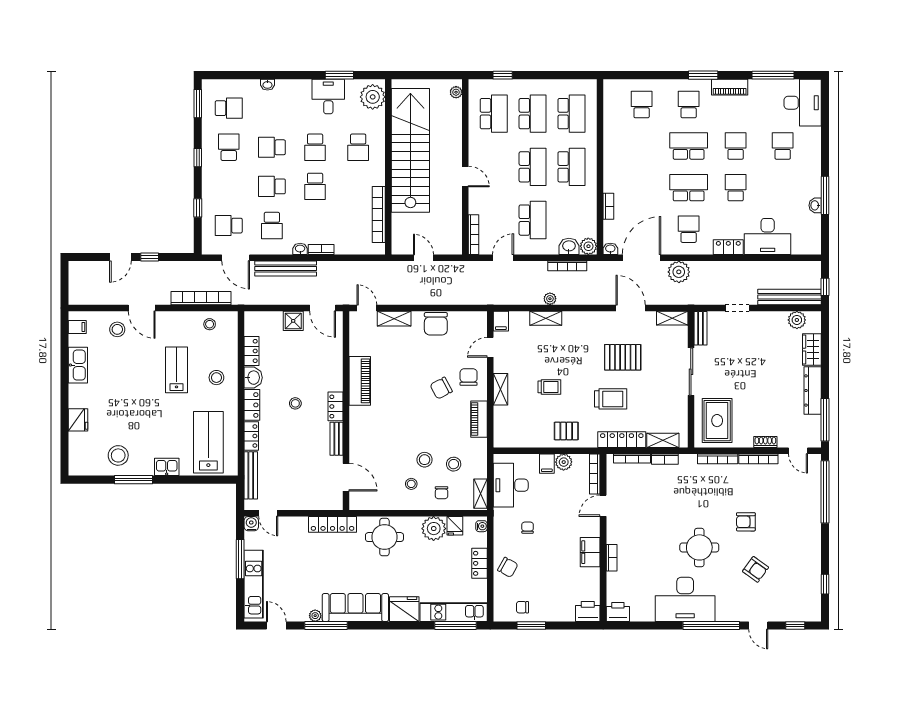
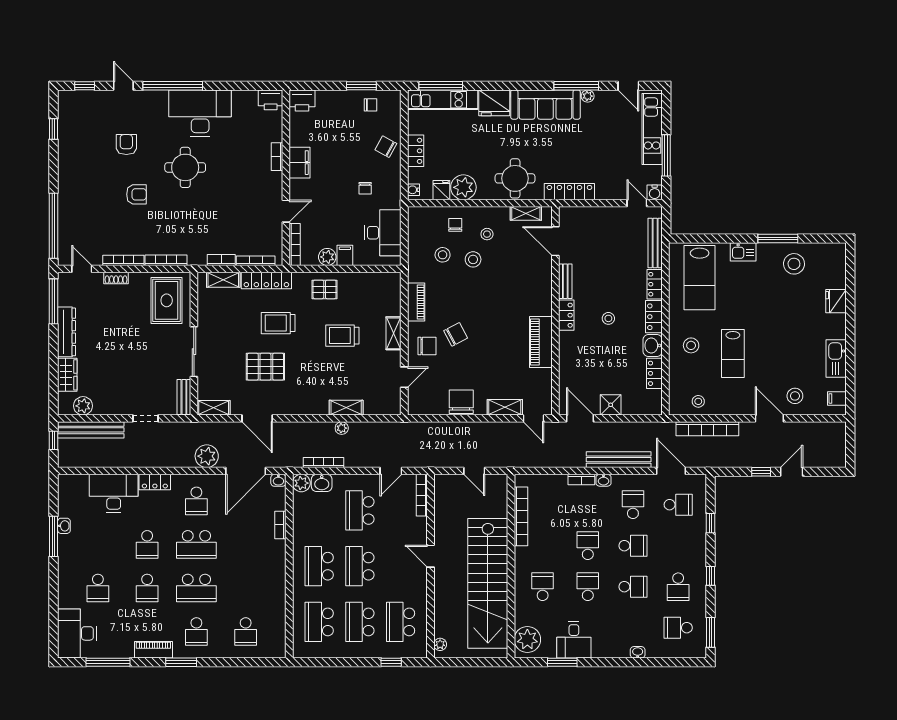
filing cabinet: (501, 321) -> (393, 405), removed
chair: (469, 377) -> (427, 346), turned -90
trolley: (549, 387) -> (342, 336), width x1.36, depth x1.39
shelving: (480, 494) -> (526, 213), moved, turned 90
armchair: (756, 569) -> (126, 144), turned 54

